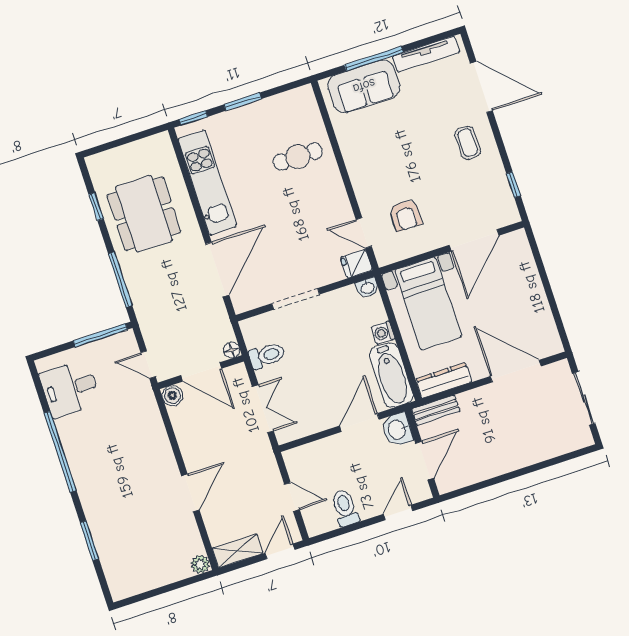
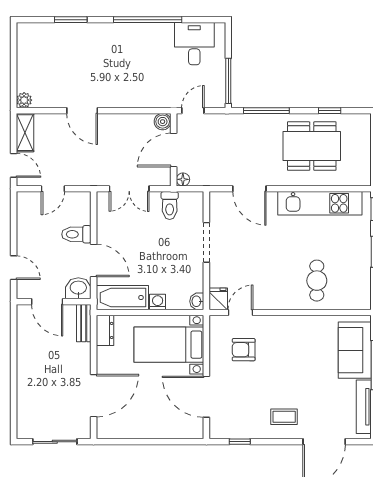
door: (217, 270) -> (249, 189), width x0.73
dresser: (444, 380) -> (105, 330), width x0.70
toilet: (345, 508) -> (76, 234), moved, turned 180

